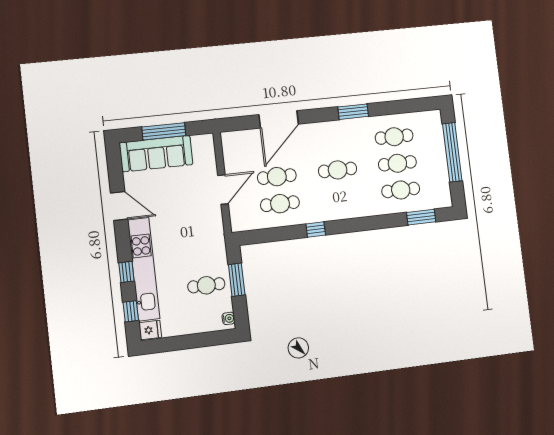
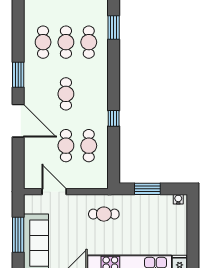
door: (279, 119) -> (18, 121), moved
door: (223, 190) -> (54, 192), moved
cafe table: (206, 285) -> (104, 214), moved, turned 90

